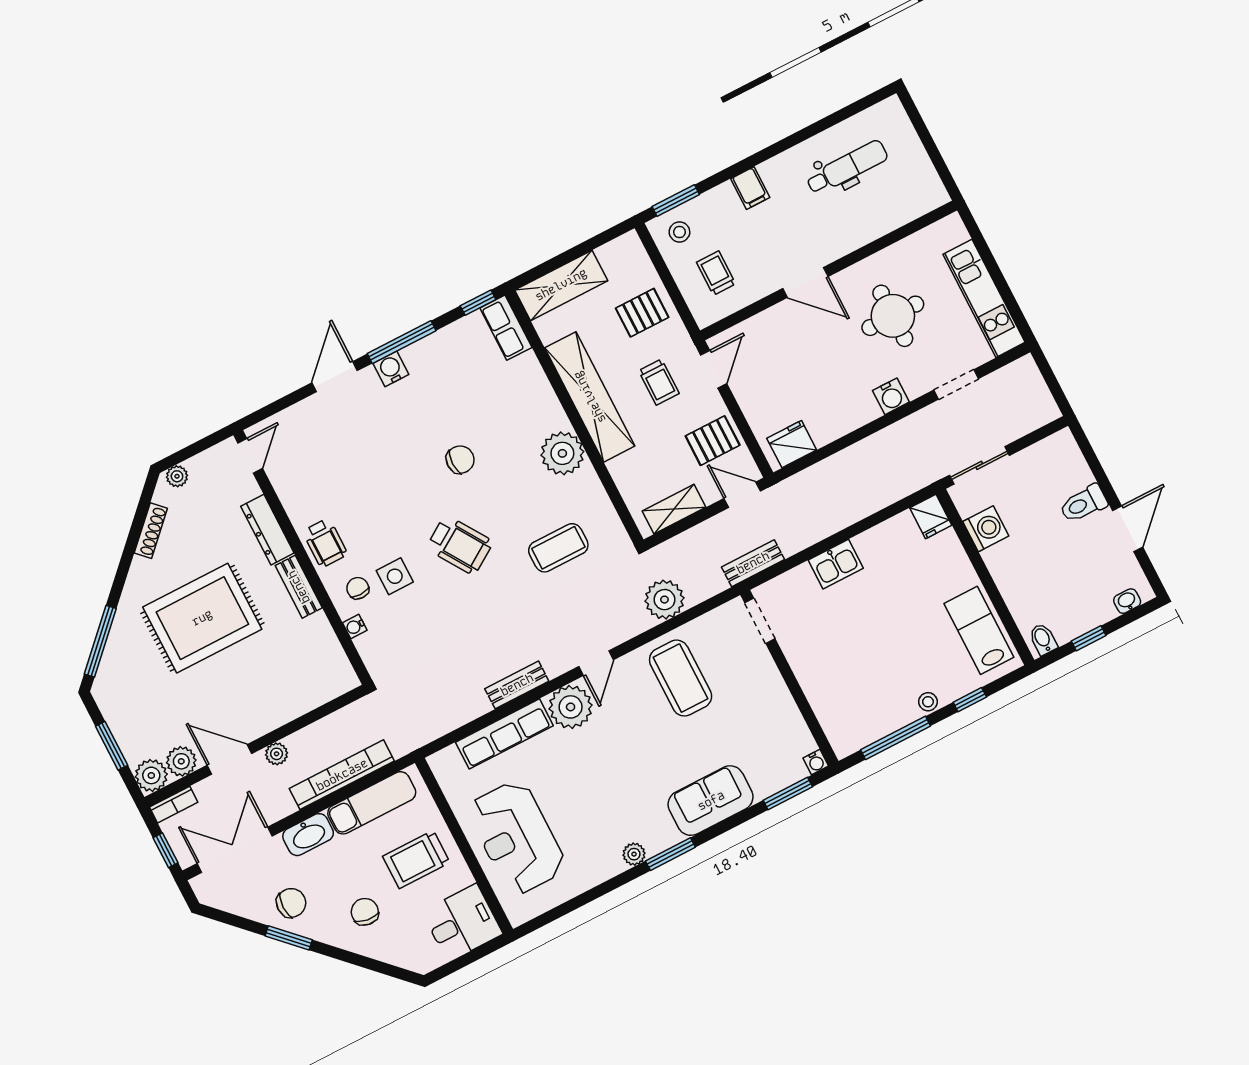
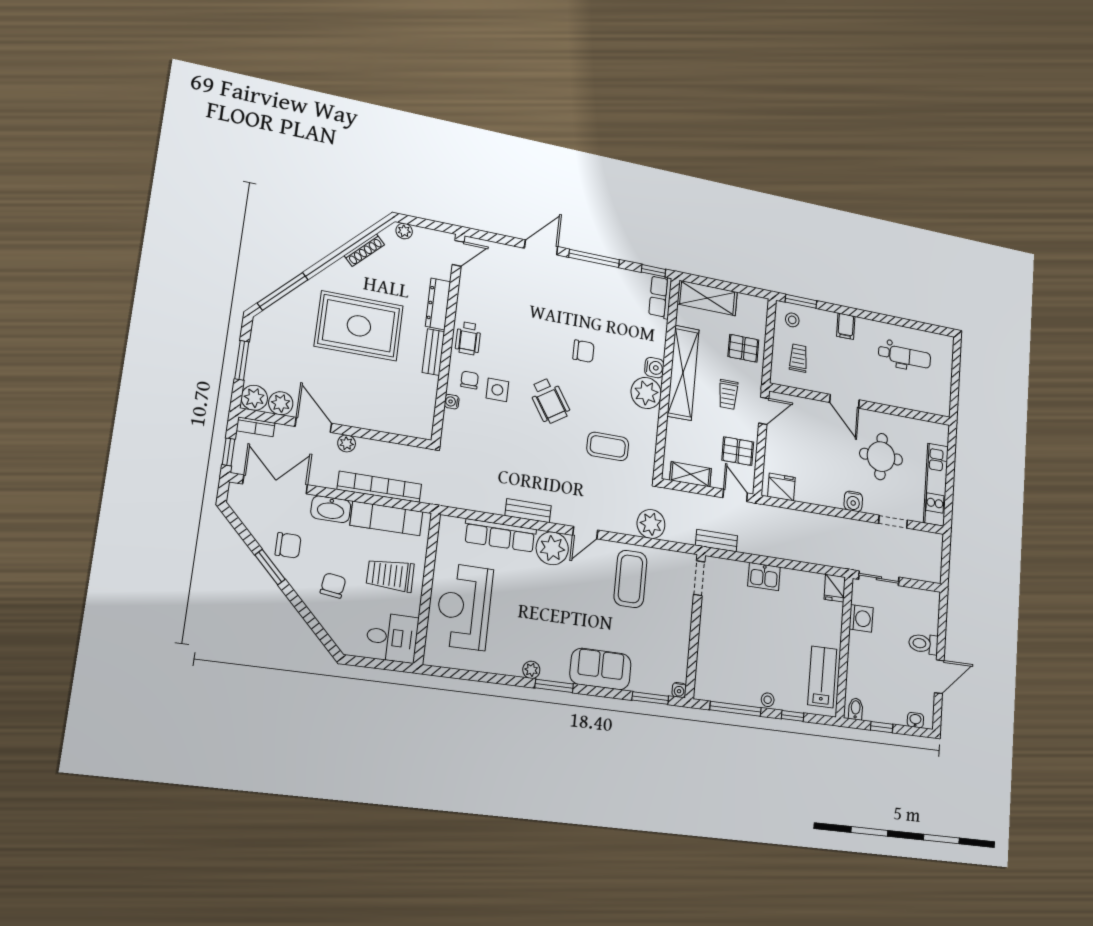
water cooler: (391, 369) -> (654, 368), moved, turned 90

